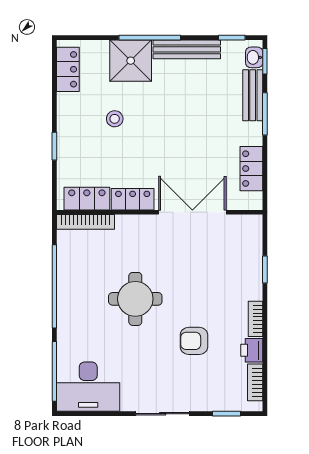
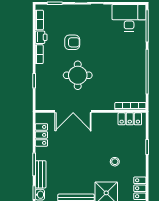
locker: (133, 199) -> (105, 118), removed
round table: (135, 299) -> (78, 75), moved

